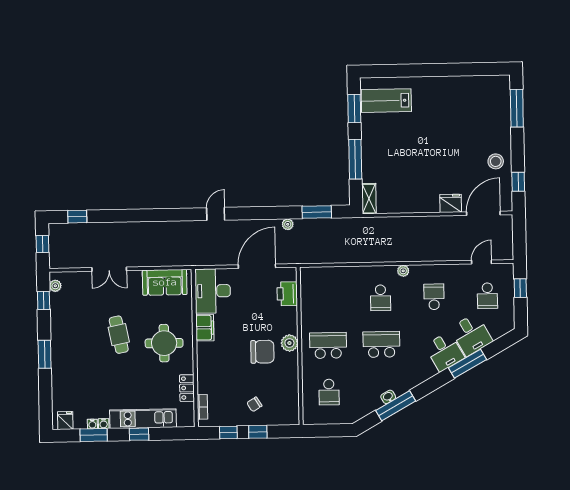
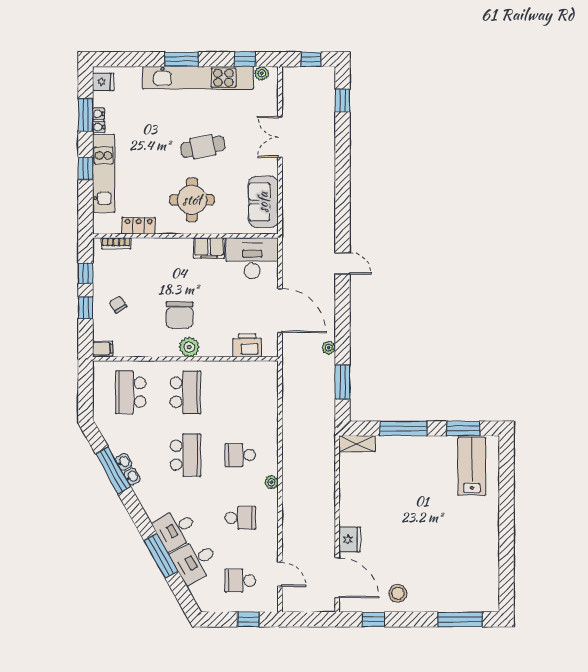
kitchen unit: (60, 340) -> (198, 78), added
washbasin: (401, 390) -> (132, 477), added
school desk: (329, 392) -> (131, 392), width x1.85
filing cabinet: (292, 417) -> (103, 349), added

